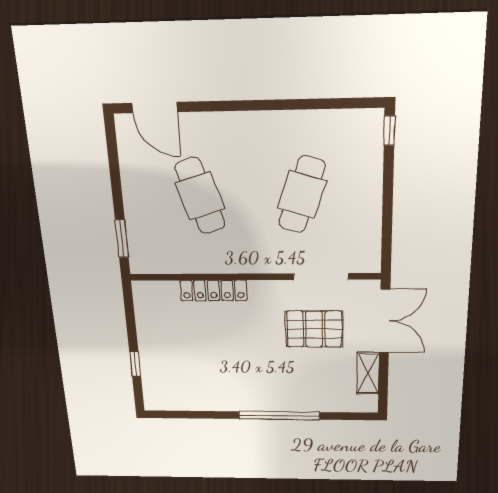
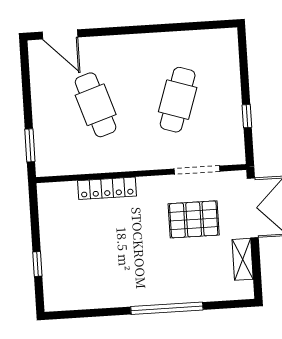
window: (389, 131) -> (247, 116), moved

